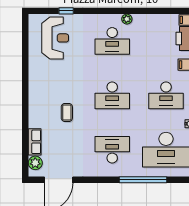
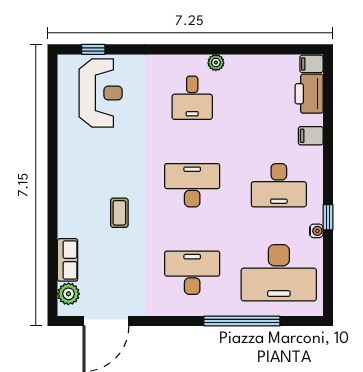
window: (66, 11) -> (93, 49), moved
desk: (112, 41) -> (192, 98), width x0.73
desk: (112, 95) -> (192, 185), turned 180

